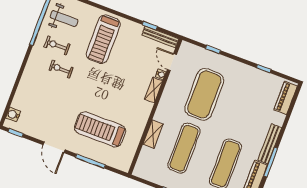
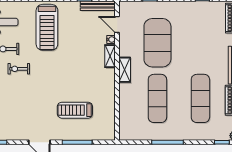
treadmill: (100, 129) -> (75, 110), width x0.73, depth x0.73
shelving: (153, 134) -> (125, 70), moved

